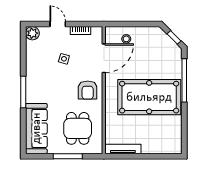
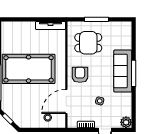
sofa: (36, 128) -> (123, 71), moved
dining table: (78, 128) -> (88, 43), turned 90

